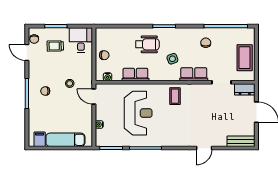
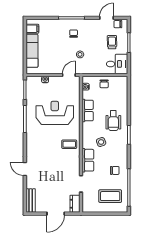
coffee table: (245, 58) -> (110, 196), moved
reception desk: (138, 113) -> (55, 113), turned 180

